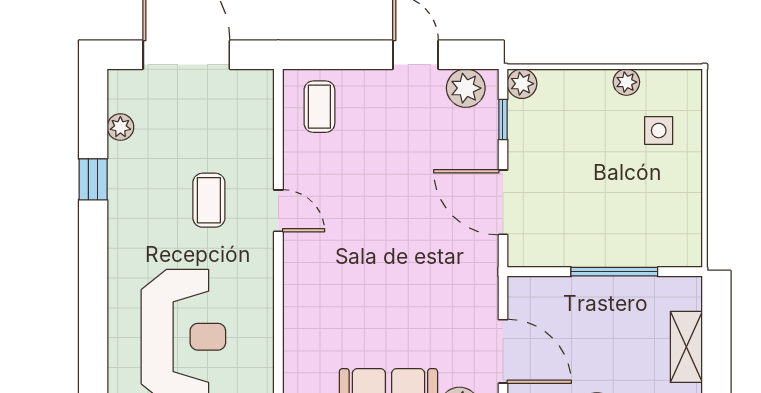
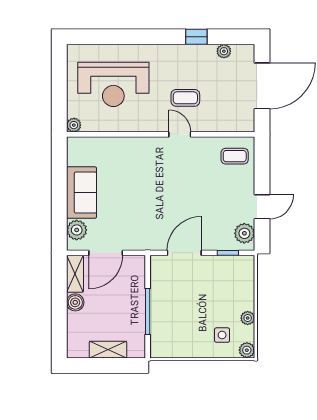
plant: (522, 84) -> (247, 350), moved
door: (278, 211) -> (180, 134), swing flipped

